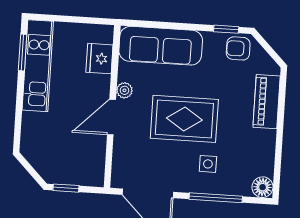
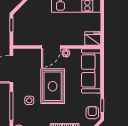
fridge: (99, 59) -> (93, 39), moved
door: (111, 117) -> (51, 47), swing flipped

